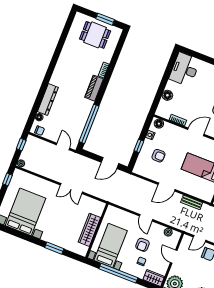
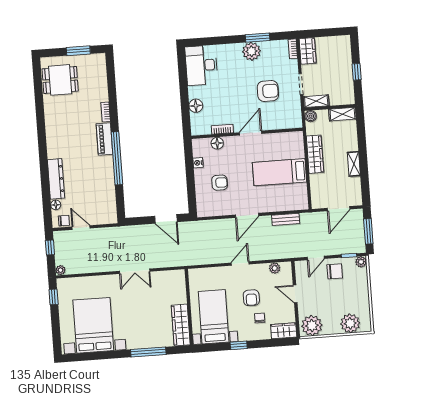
dining table: (95, 35) -> (60, 80), moved
window: (89, 124) -> (117, 158), moved
floor lamp: (159, 124) -> (217, 143), moved
door: (63, 146) -> (81, 228), moved
window: (139, 146) -> (191, 182), removed
door: (110, 163) -> (166, 219), hinge flipped
door: (146, 218) -> (240, 264), swing flipped
wardrobe: (89, 230) -> (181, 325), moved
window: (54, 248) -> (148, 352), width x1.44
window: (118, 273) -> (239, 345), width x0.32

